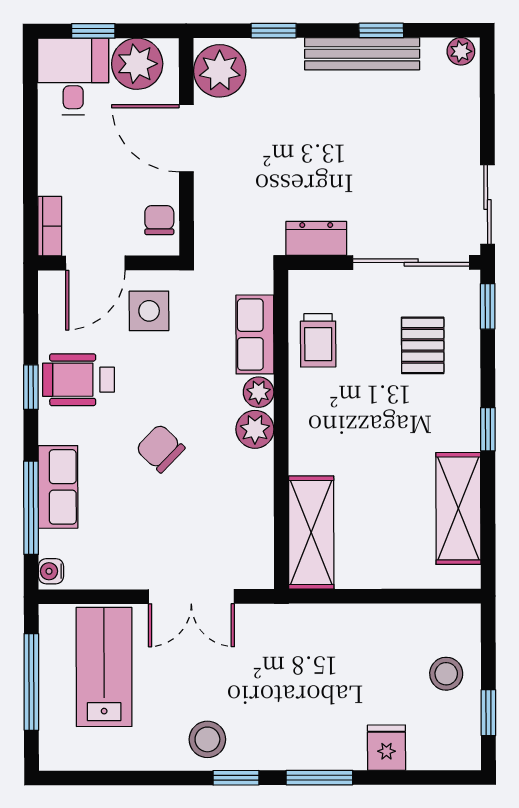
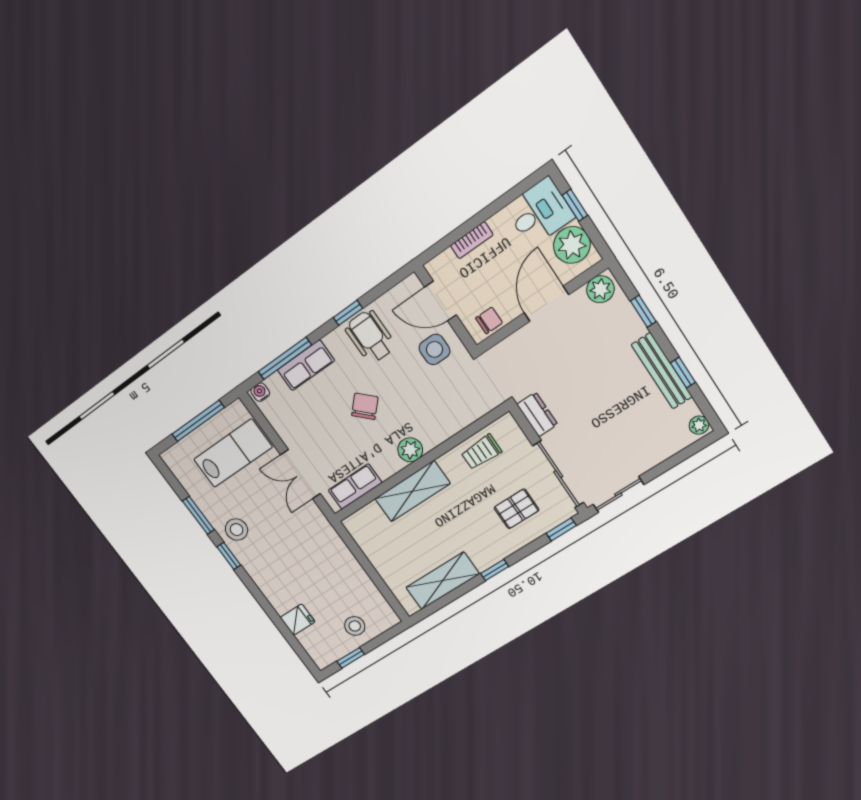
plant: (220, 71) -> (600, 289), width x0.73, depth x0.73
bookcase: (50, 226) -> (472, 240), moved
row of seats: (255, 334) -> (355, 486), moved
plant: (259, 392) -> (431, 439), removed
shelving: (311, 533) -> (412, 491), moved
window: (319, 778) -> (198, 515), moved

